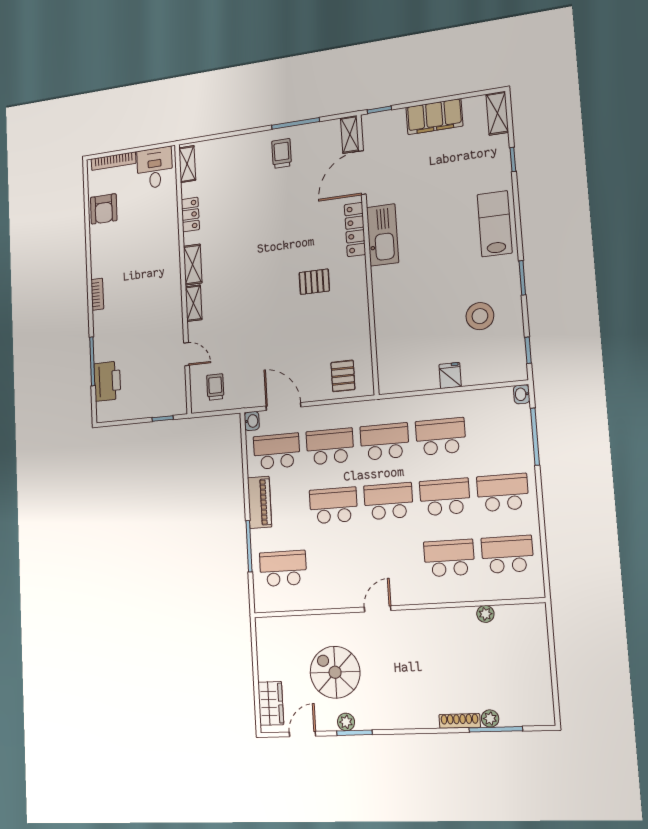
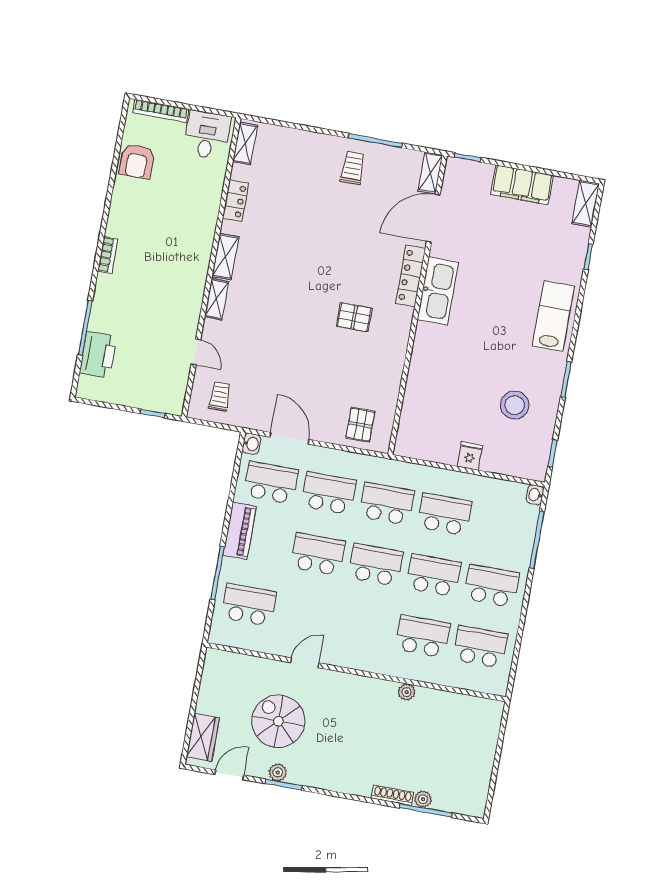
door: (378, 609) -> (305, 663), moved
plant: (485, 614) -> (407, 692), moved

